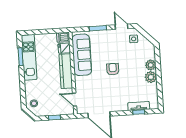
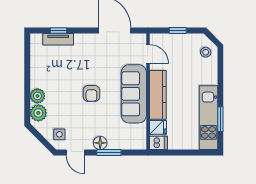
floor lamp: (104, 35) -> (100, 143), added
sofa: (82, 55) -> (134, 94), moved
plant: (151, 77) -> (38, 113), moved

